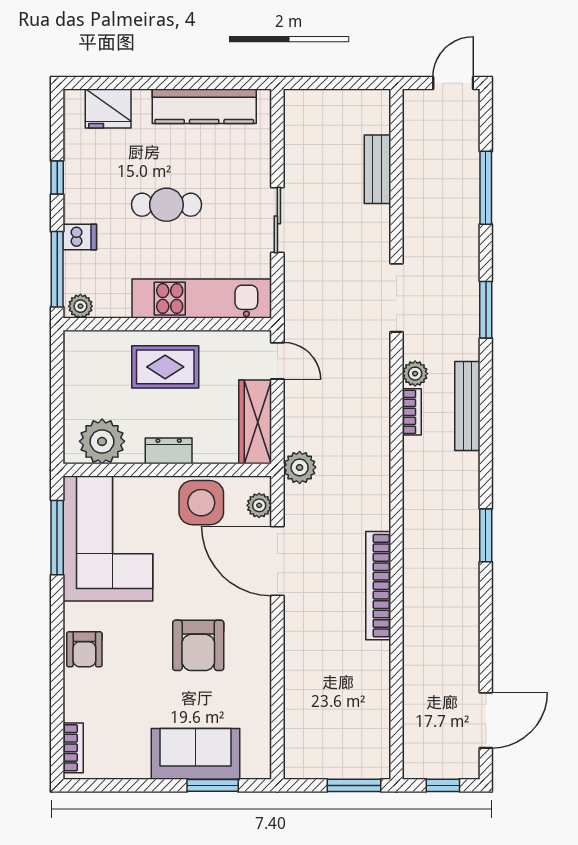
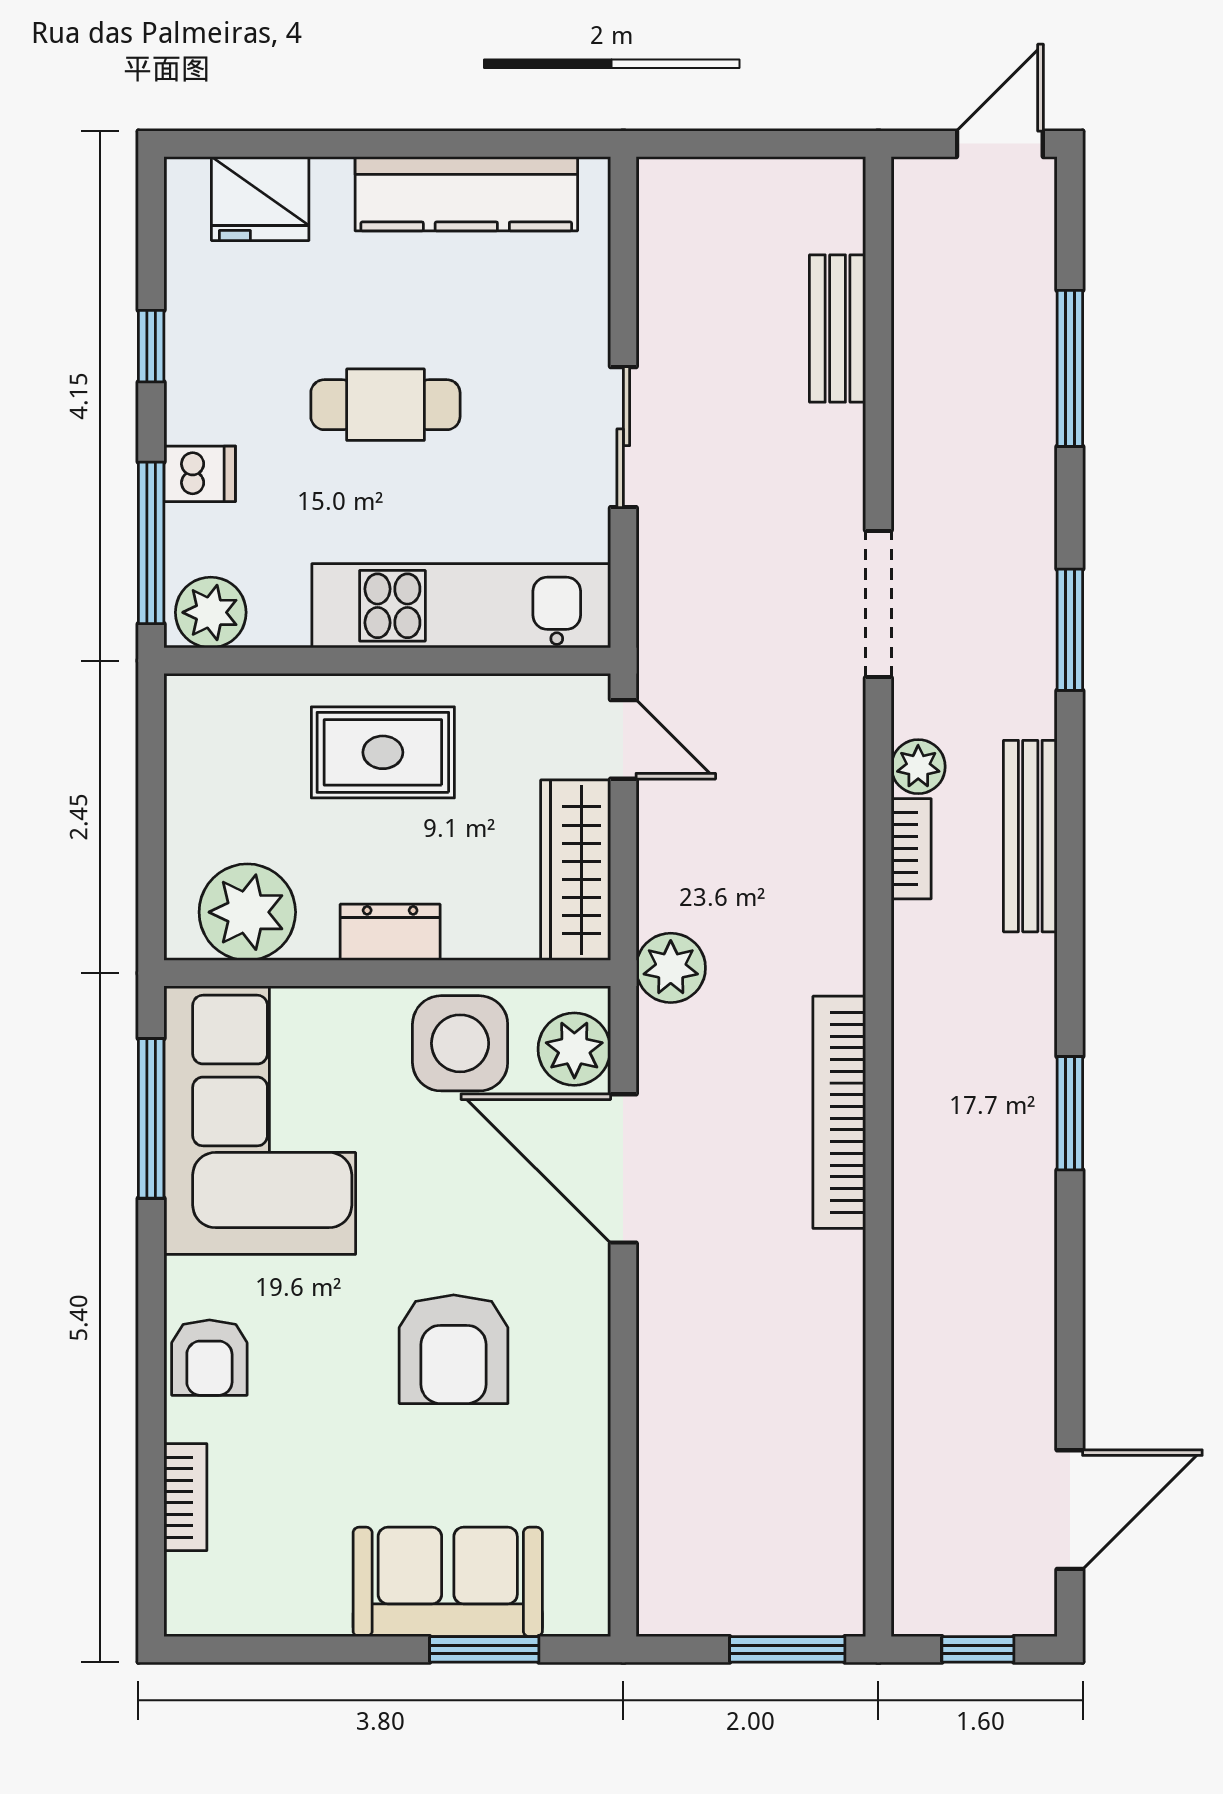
plant: (80, 306) -> (211, 612), width x1.38, depth x1.38
plant: (259, 505) -> (574, 1049), width x1.38, depth x1.38
bookcase: (378, 586) -> (839, 1112), moved
bookcase: (73, 748) -> (185, 1497), moved

